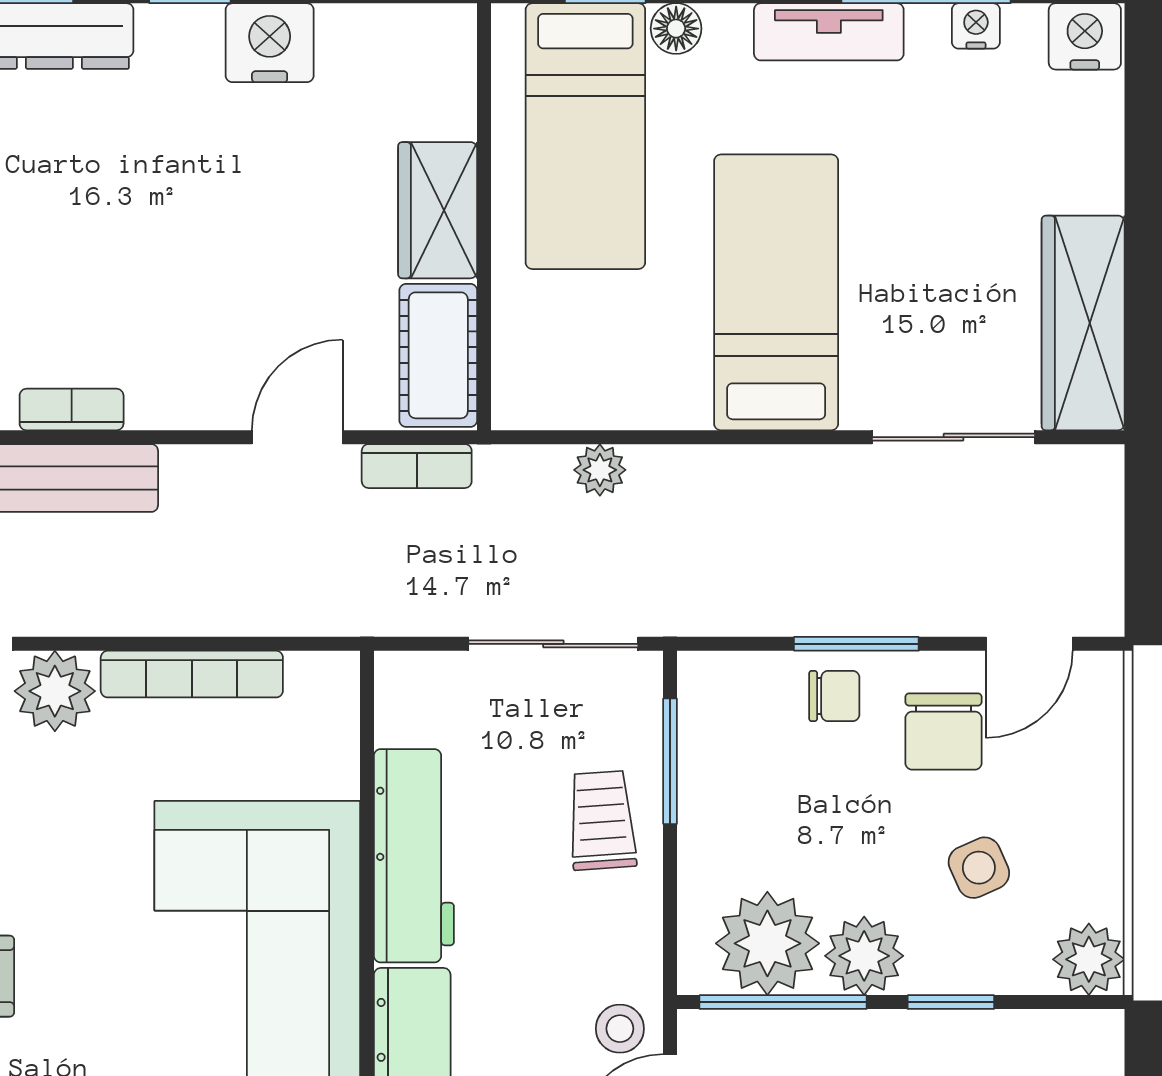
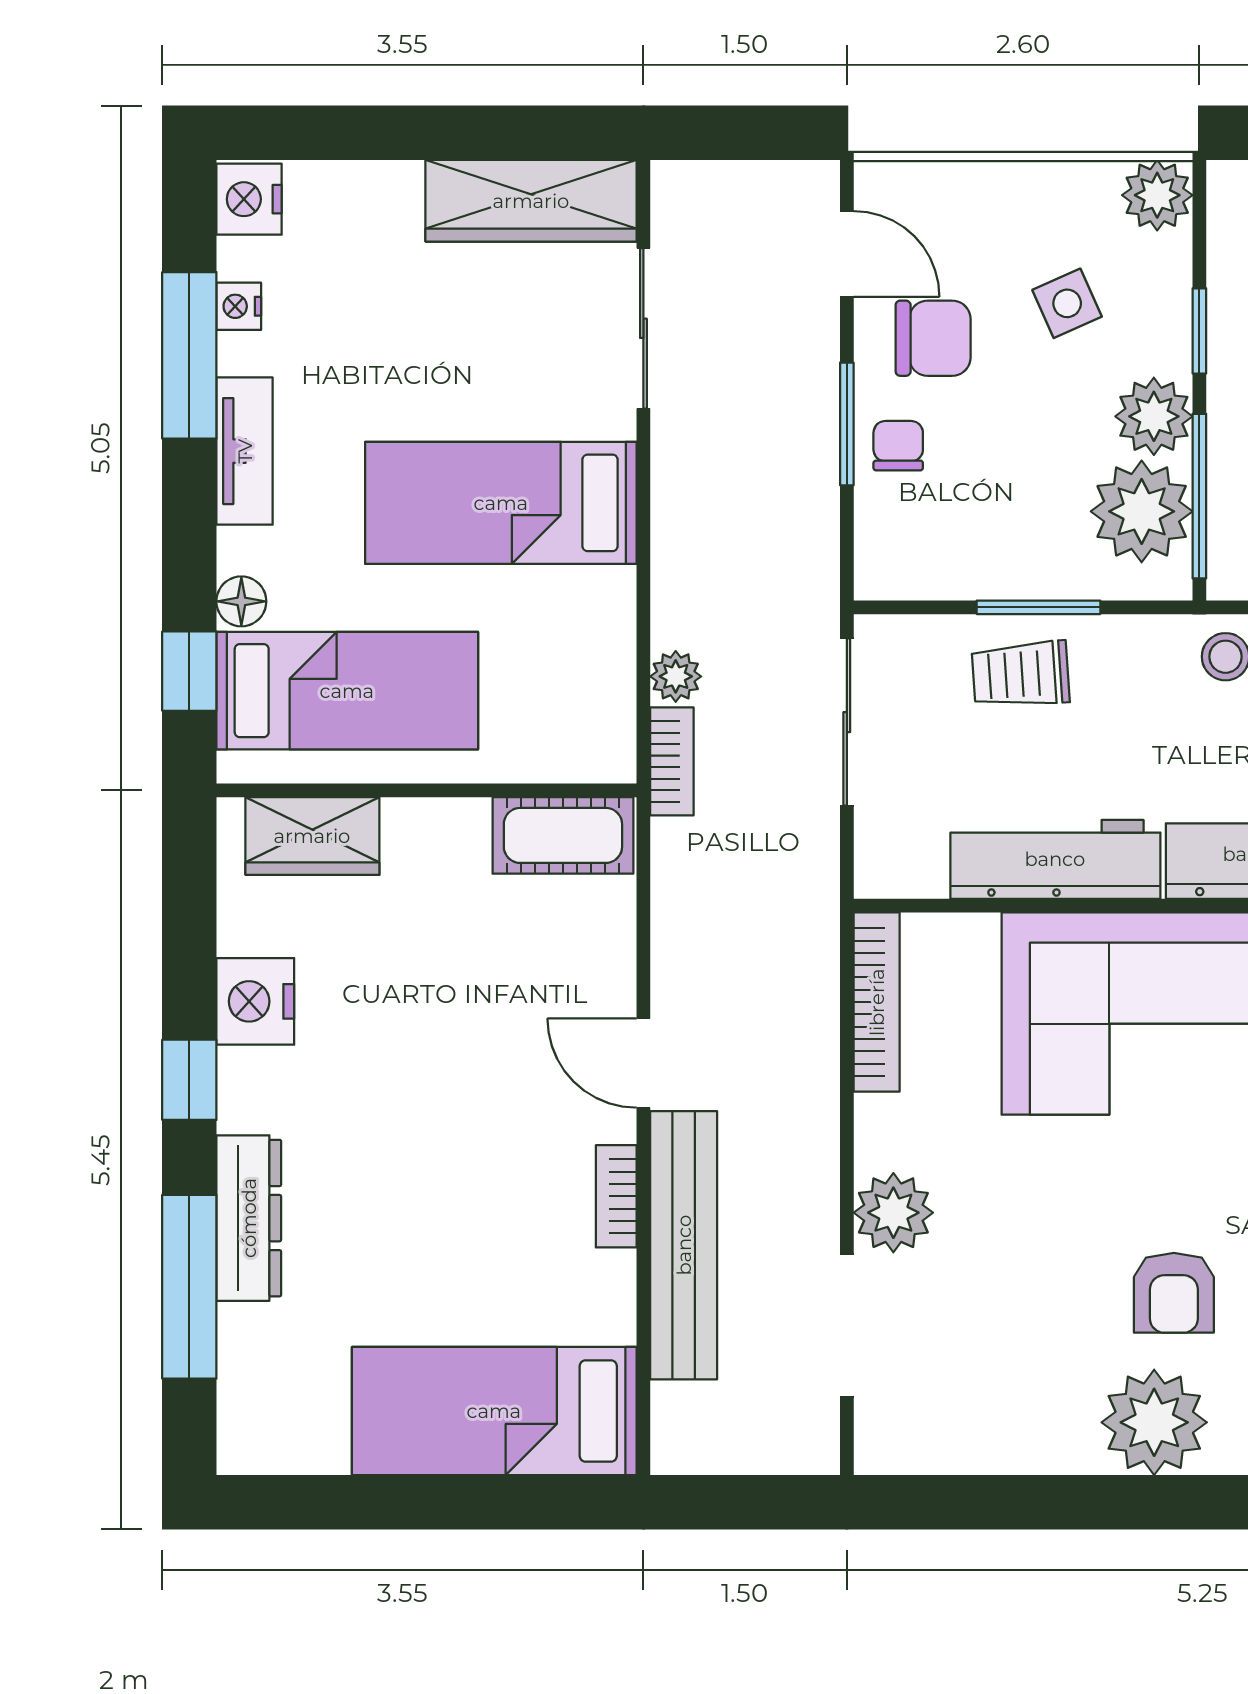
wardrobe: (438, 210) -> (312, 836), moved
door: (297, 437) -> (643, 1063), moved
bookcase: (417, 466) -> (672, 761), moved
bookcase: (192, 674) -> (877, 1002), moved
window: (670, 761) -> (1038, 607), moved

